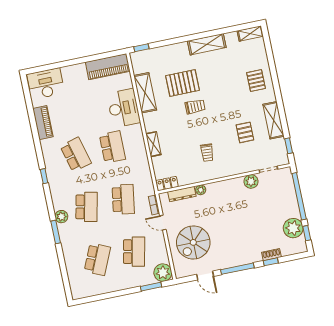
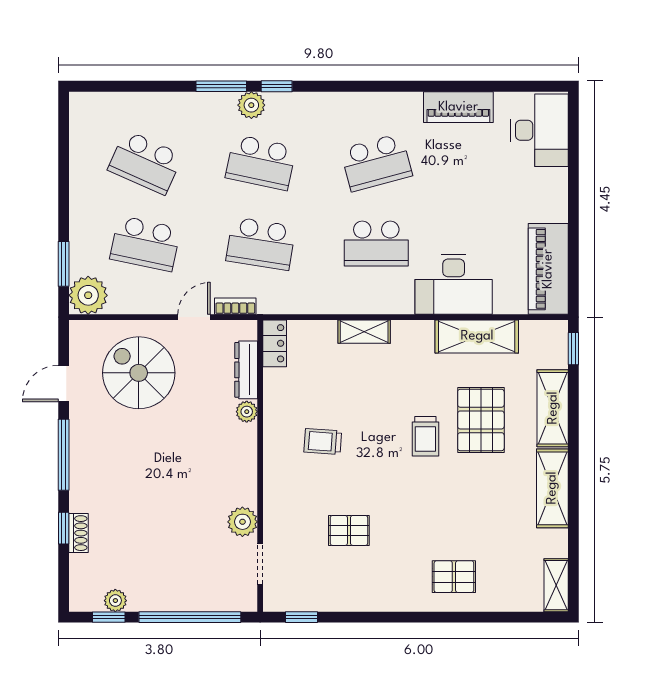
shelving: (274, 120) -> (553, 408), moved, turned 90
window: (44, 176) -> (277, 86), moved
plant: (293, 228) -> (115, 601), width x0.53, depth x0.53

